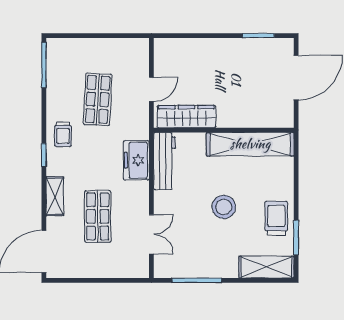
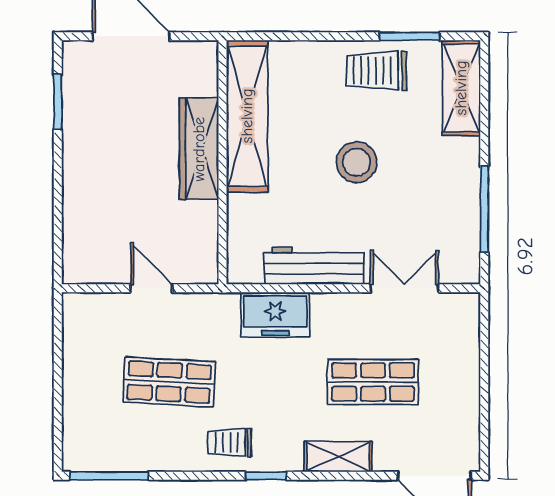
wardrobe: (186, 117) -> (199, 149), moved
trolley: (63, 134) -> (230, 442), turned 180
workbench: (164, 161) -> (314, 266), moved

